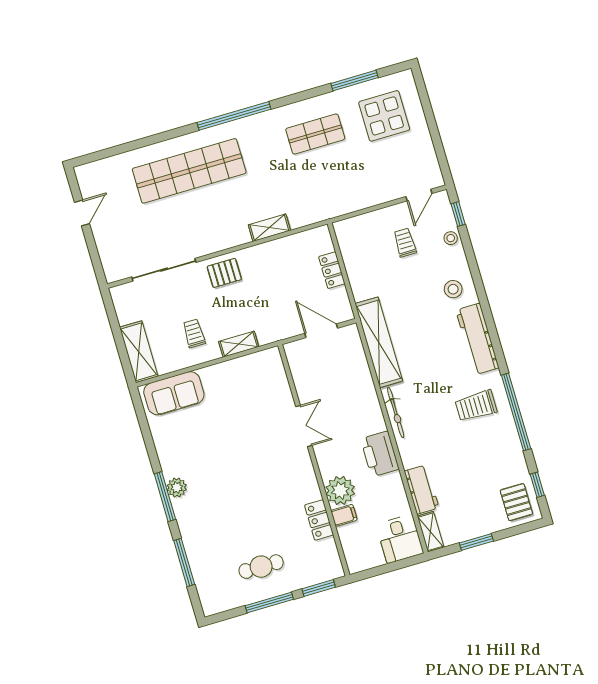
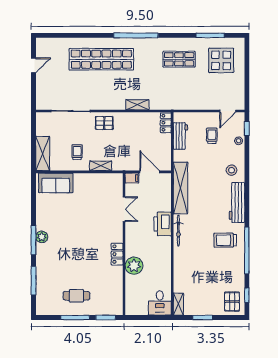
locker: (332, 270) -> (166, 123), moved
double door: (304, 426) -> (124, 209), moved
printer: (380, 454) -> (163, 224), moved
workbench: (422, 490) -> (180, 136), moved
filing cabinet: (344, 515) -> (132, 178), moved
locker: (319, 520) -> (117, 254), moved

